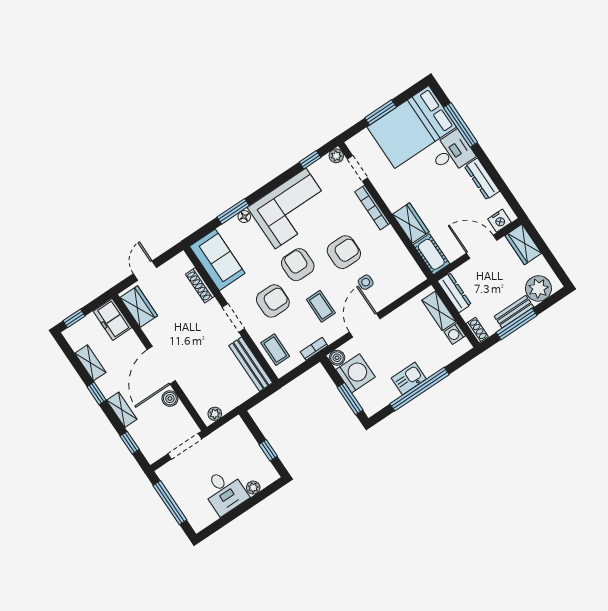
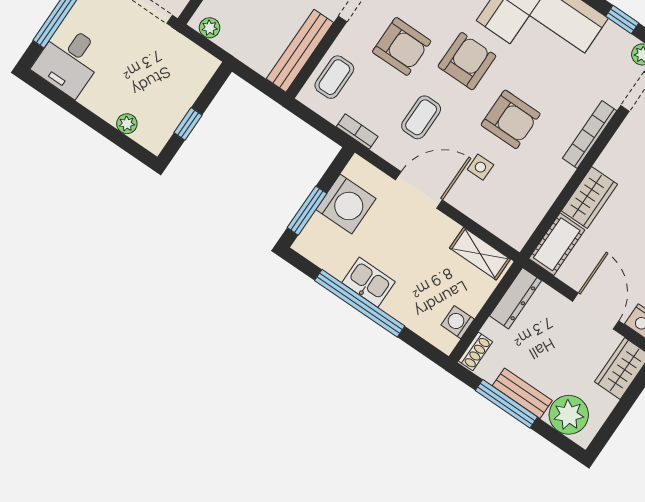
shelving: (439, 311) -> (480, 254), moved, turned 90
boiler: (337, 358) -> (357, 169), removed
desk: (225, 491) -> (69, 61), moved

